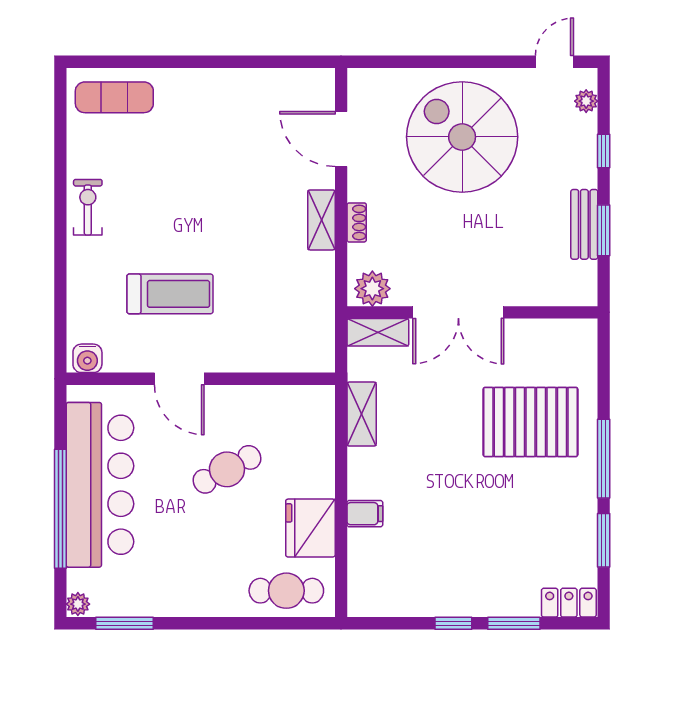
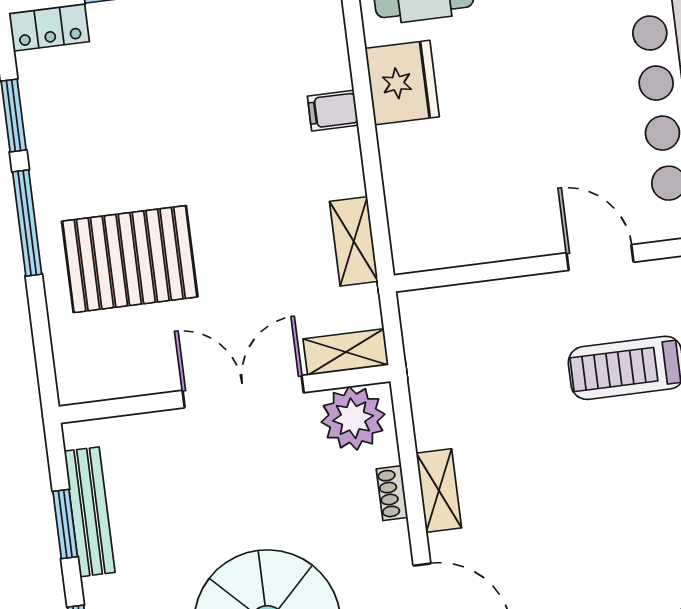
bench: (584, 224) -> (90, 512), width x1.36
plant: (372, 289) -> (353, 418), width x1.36, depth x1.36
cafe table: (227, 469) -> (522, 146), removed

